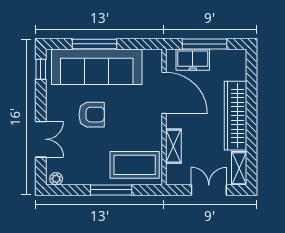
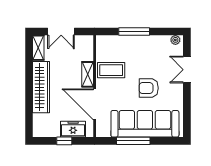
window: (95, 44) -> (133, 141), moved
window: (204, 44) -> (64, 141), width x0.46
window: (41, 69) -> (187, 122), removed
shelving: (173, 146) -> (88, 74), moved
coffee table: (135, 165) -> (111, 70), moved, width x0.73, depth x0.76

